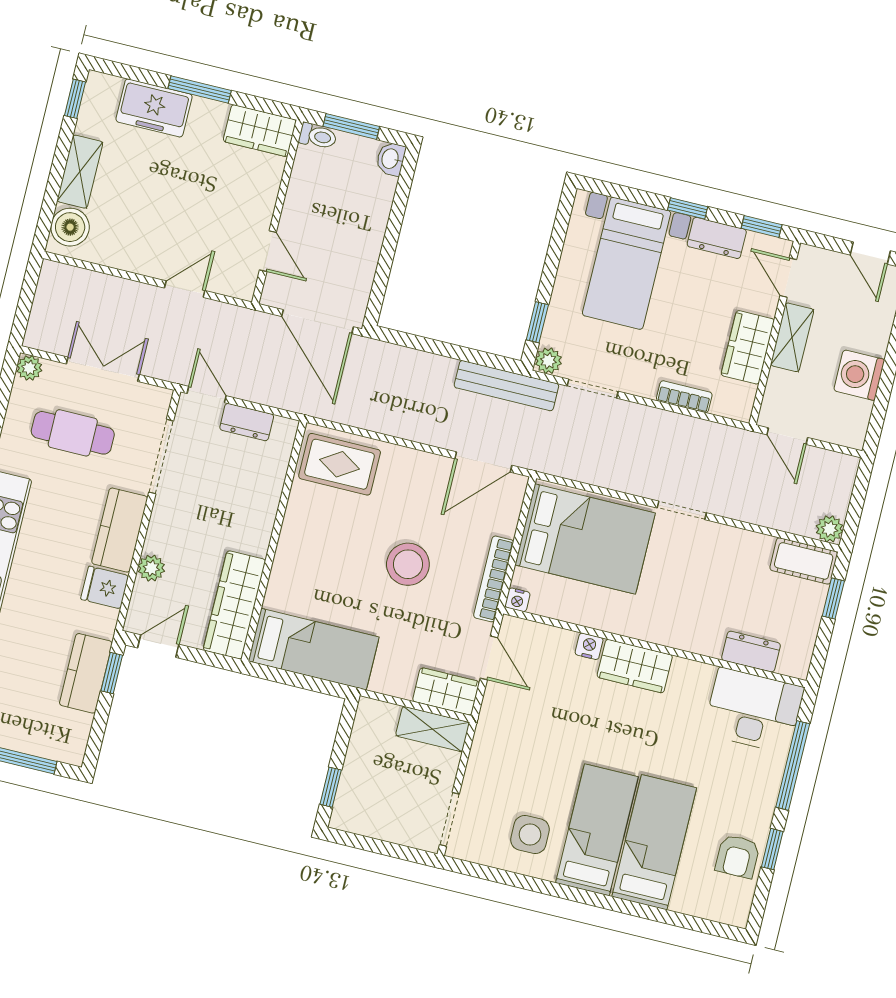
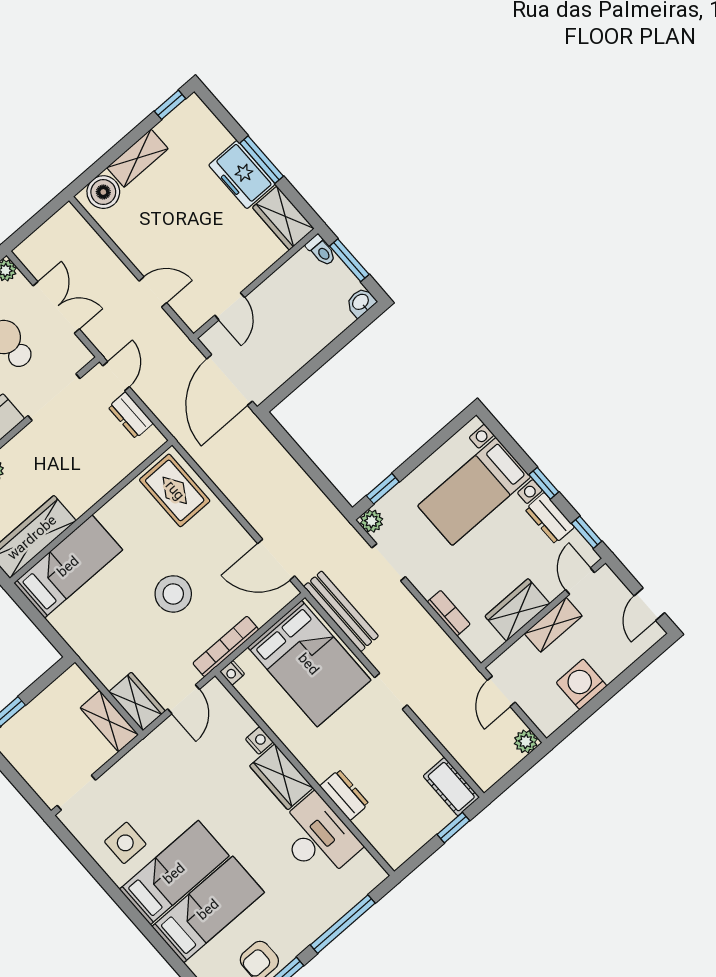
freezer: (154, 108) -> (242, 175), moved
bench: (506, 386) -> (341, 611), moved
plant: (830, 529) -> (526, 741), moved
bed: (314, 649) -> (68, 566), moved, turned -90
dresser: (751, 652) -> (344, 795), moved
desk: (754, 710) -> (317, 838), moved

